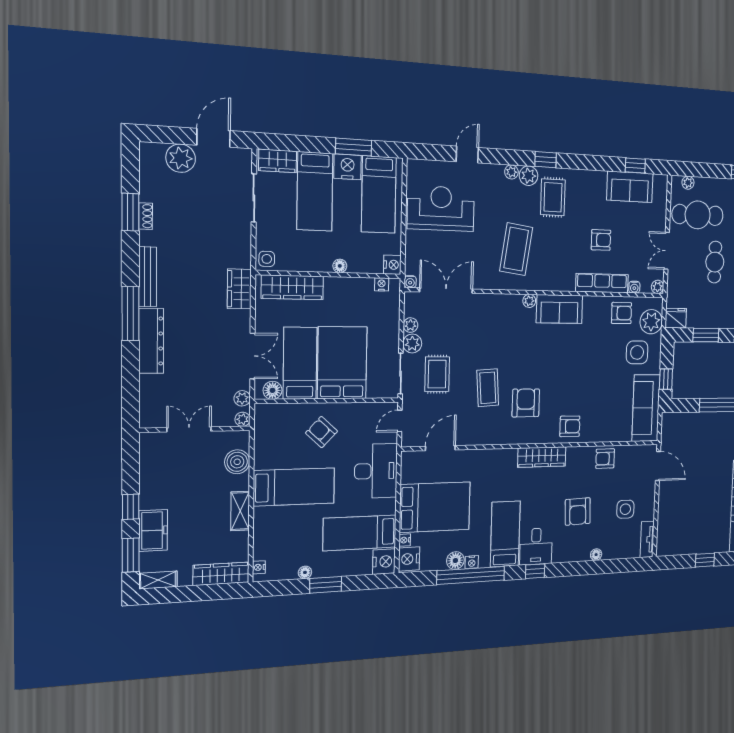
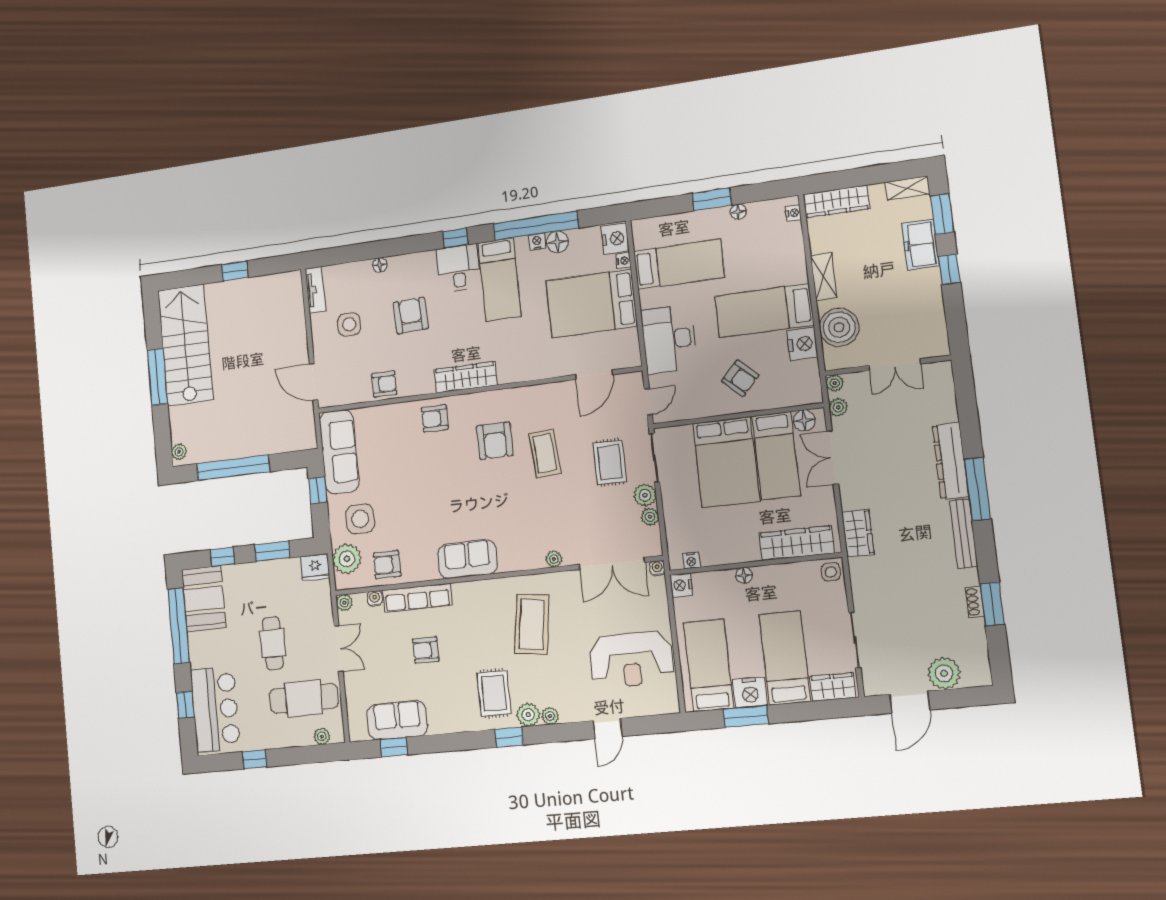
plant: (529, 301) -> (554, 559), moved
boiler: (237, 462) -> (839, 327), width x1.37, depth x1.37
nightstand: (384, 562) -> (802, 344), moved, turned 180

